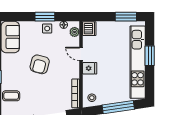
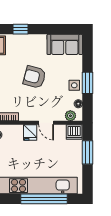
window: (126, 17) -> (87, 152), moved
door: (81, 54) -> (46, 123), swing flipped
window: (150, 56) -> (44, 199), width x2.11

